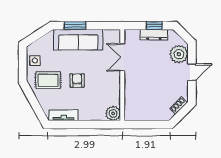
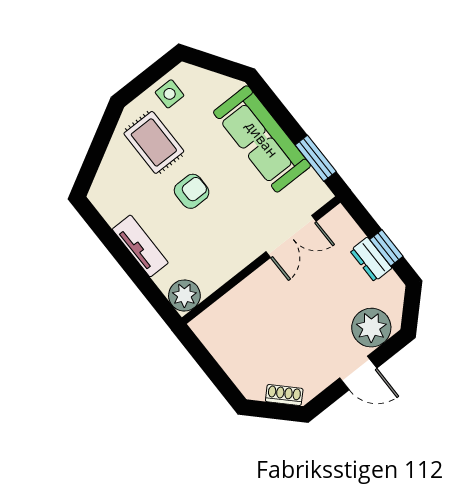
window: (75, 26) -> (316, 158), moved
dresser: (154, 35) -> (371, 259), width x0.70
double door: (122, 57) -> (291, 236), swing flipped
tv unit: (64, 115) -> (140, 246), moved

